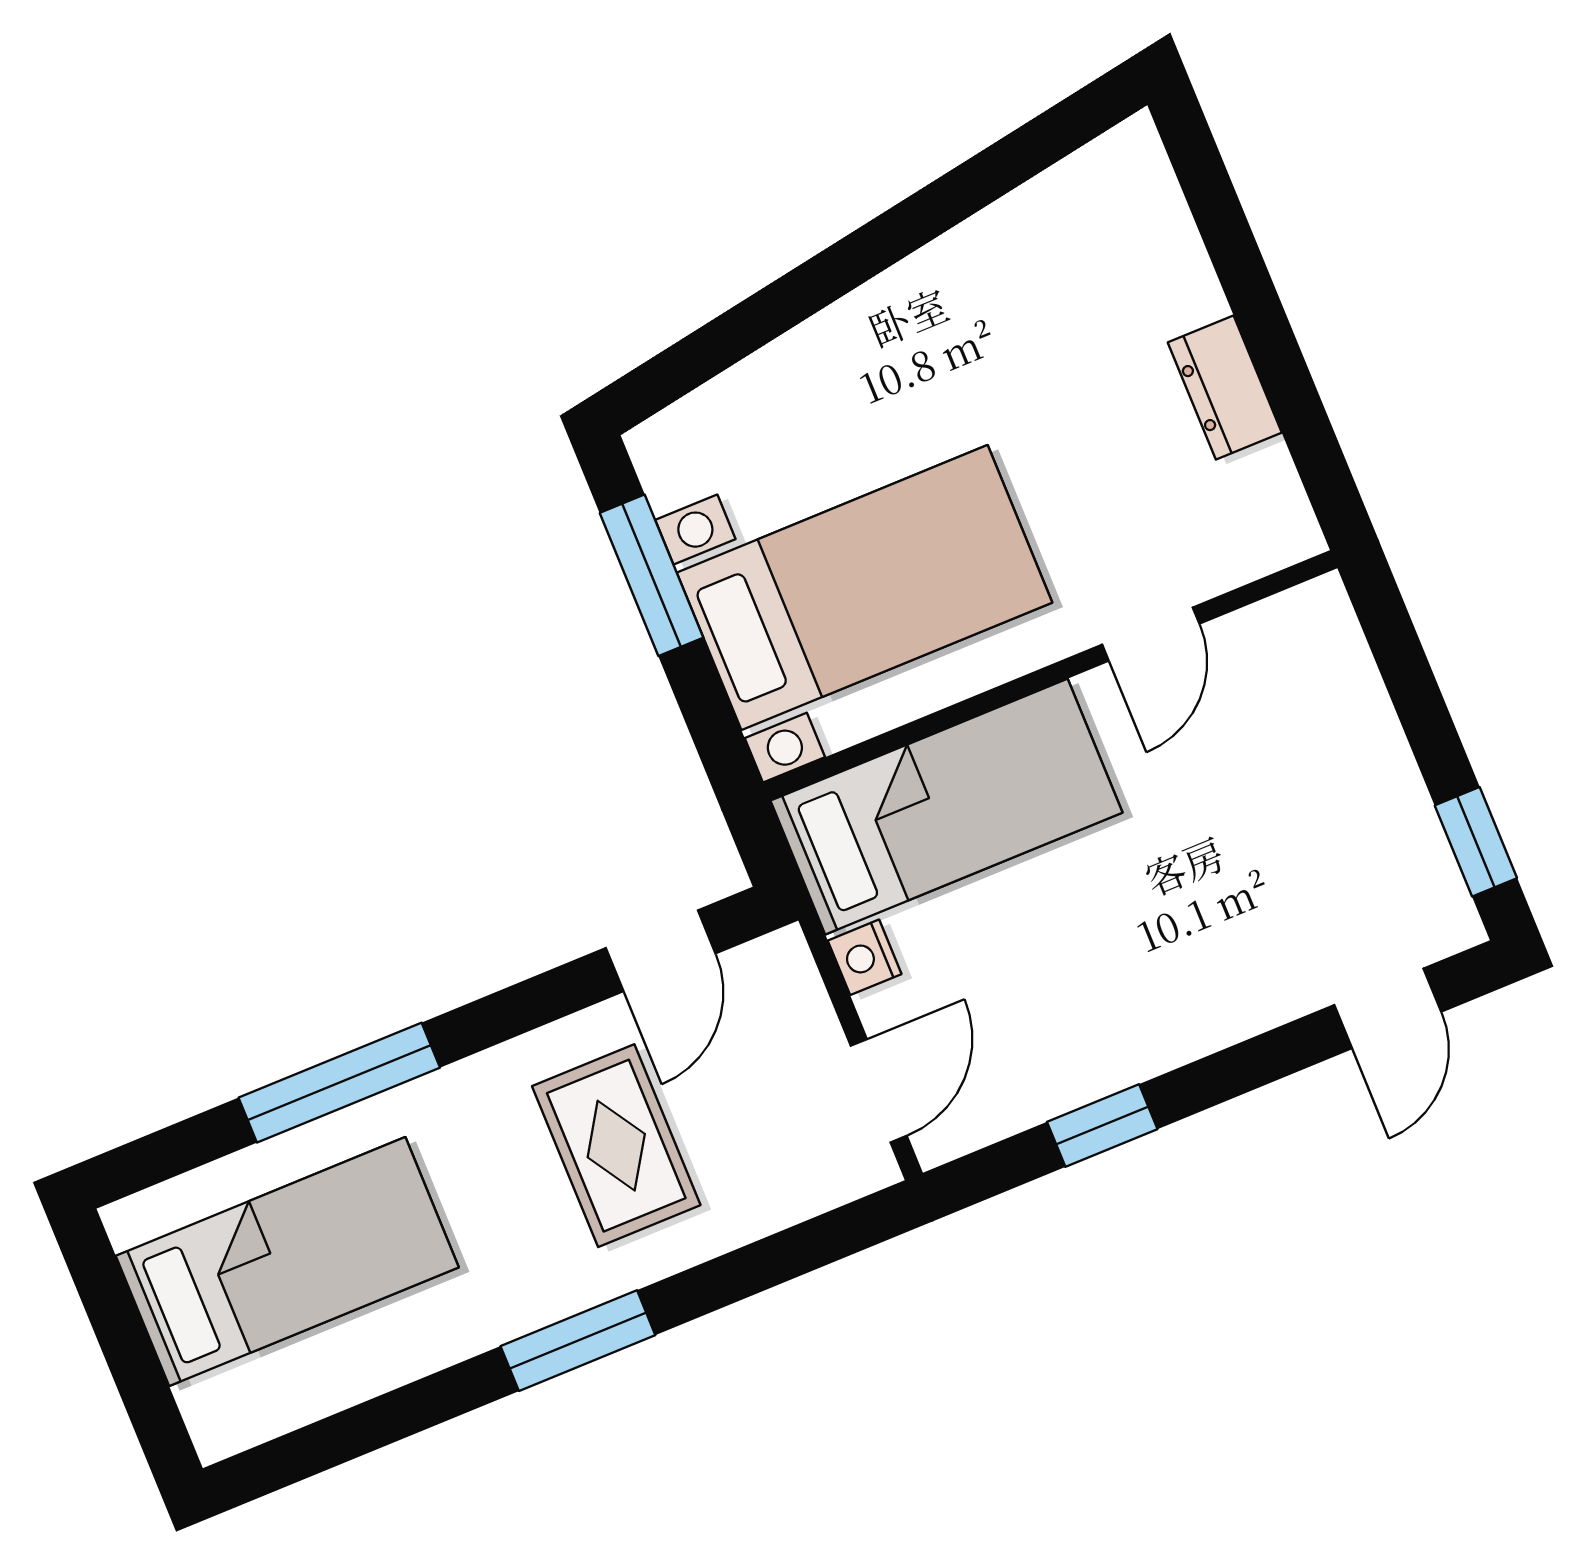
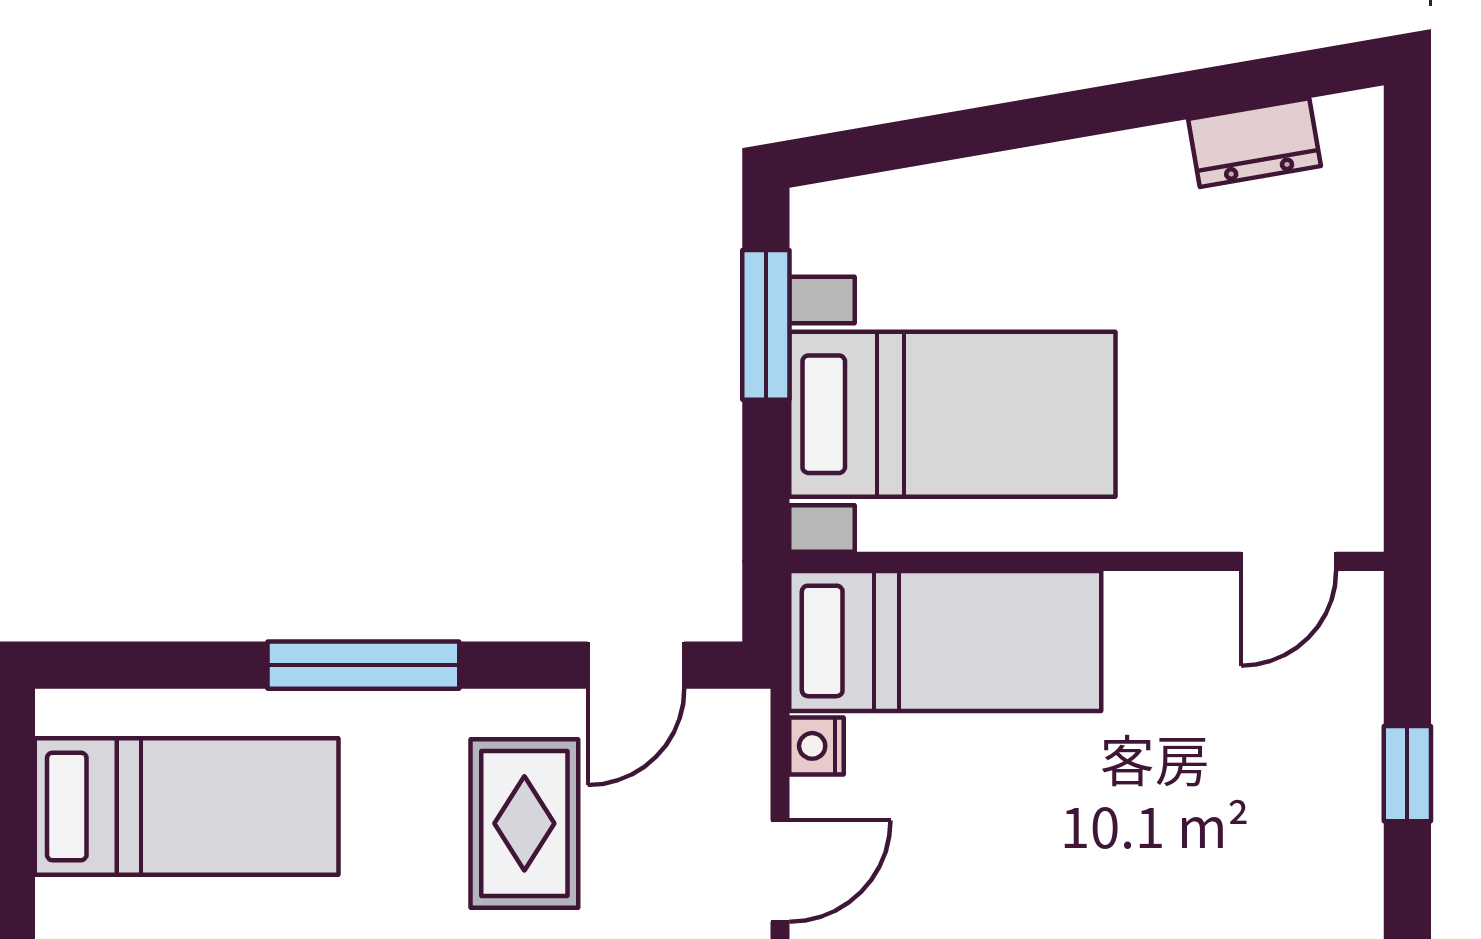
dresser: (1225, 388) -> (1255, 143), moved, turned -100
door: (1151, 634) -> (1289, 561), moved
window: (1476, 842) -> (1407, 774), moved
window: (339, 1083) -> (363, 665), moved

